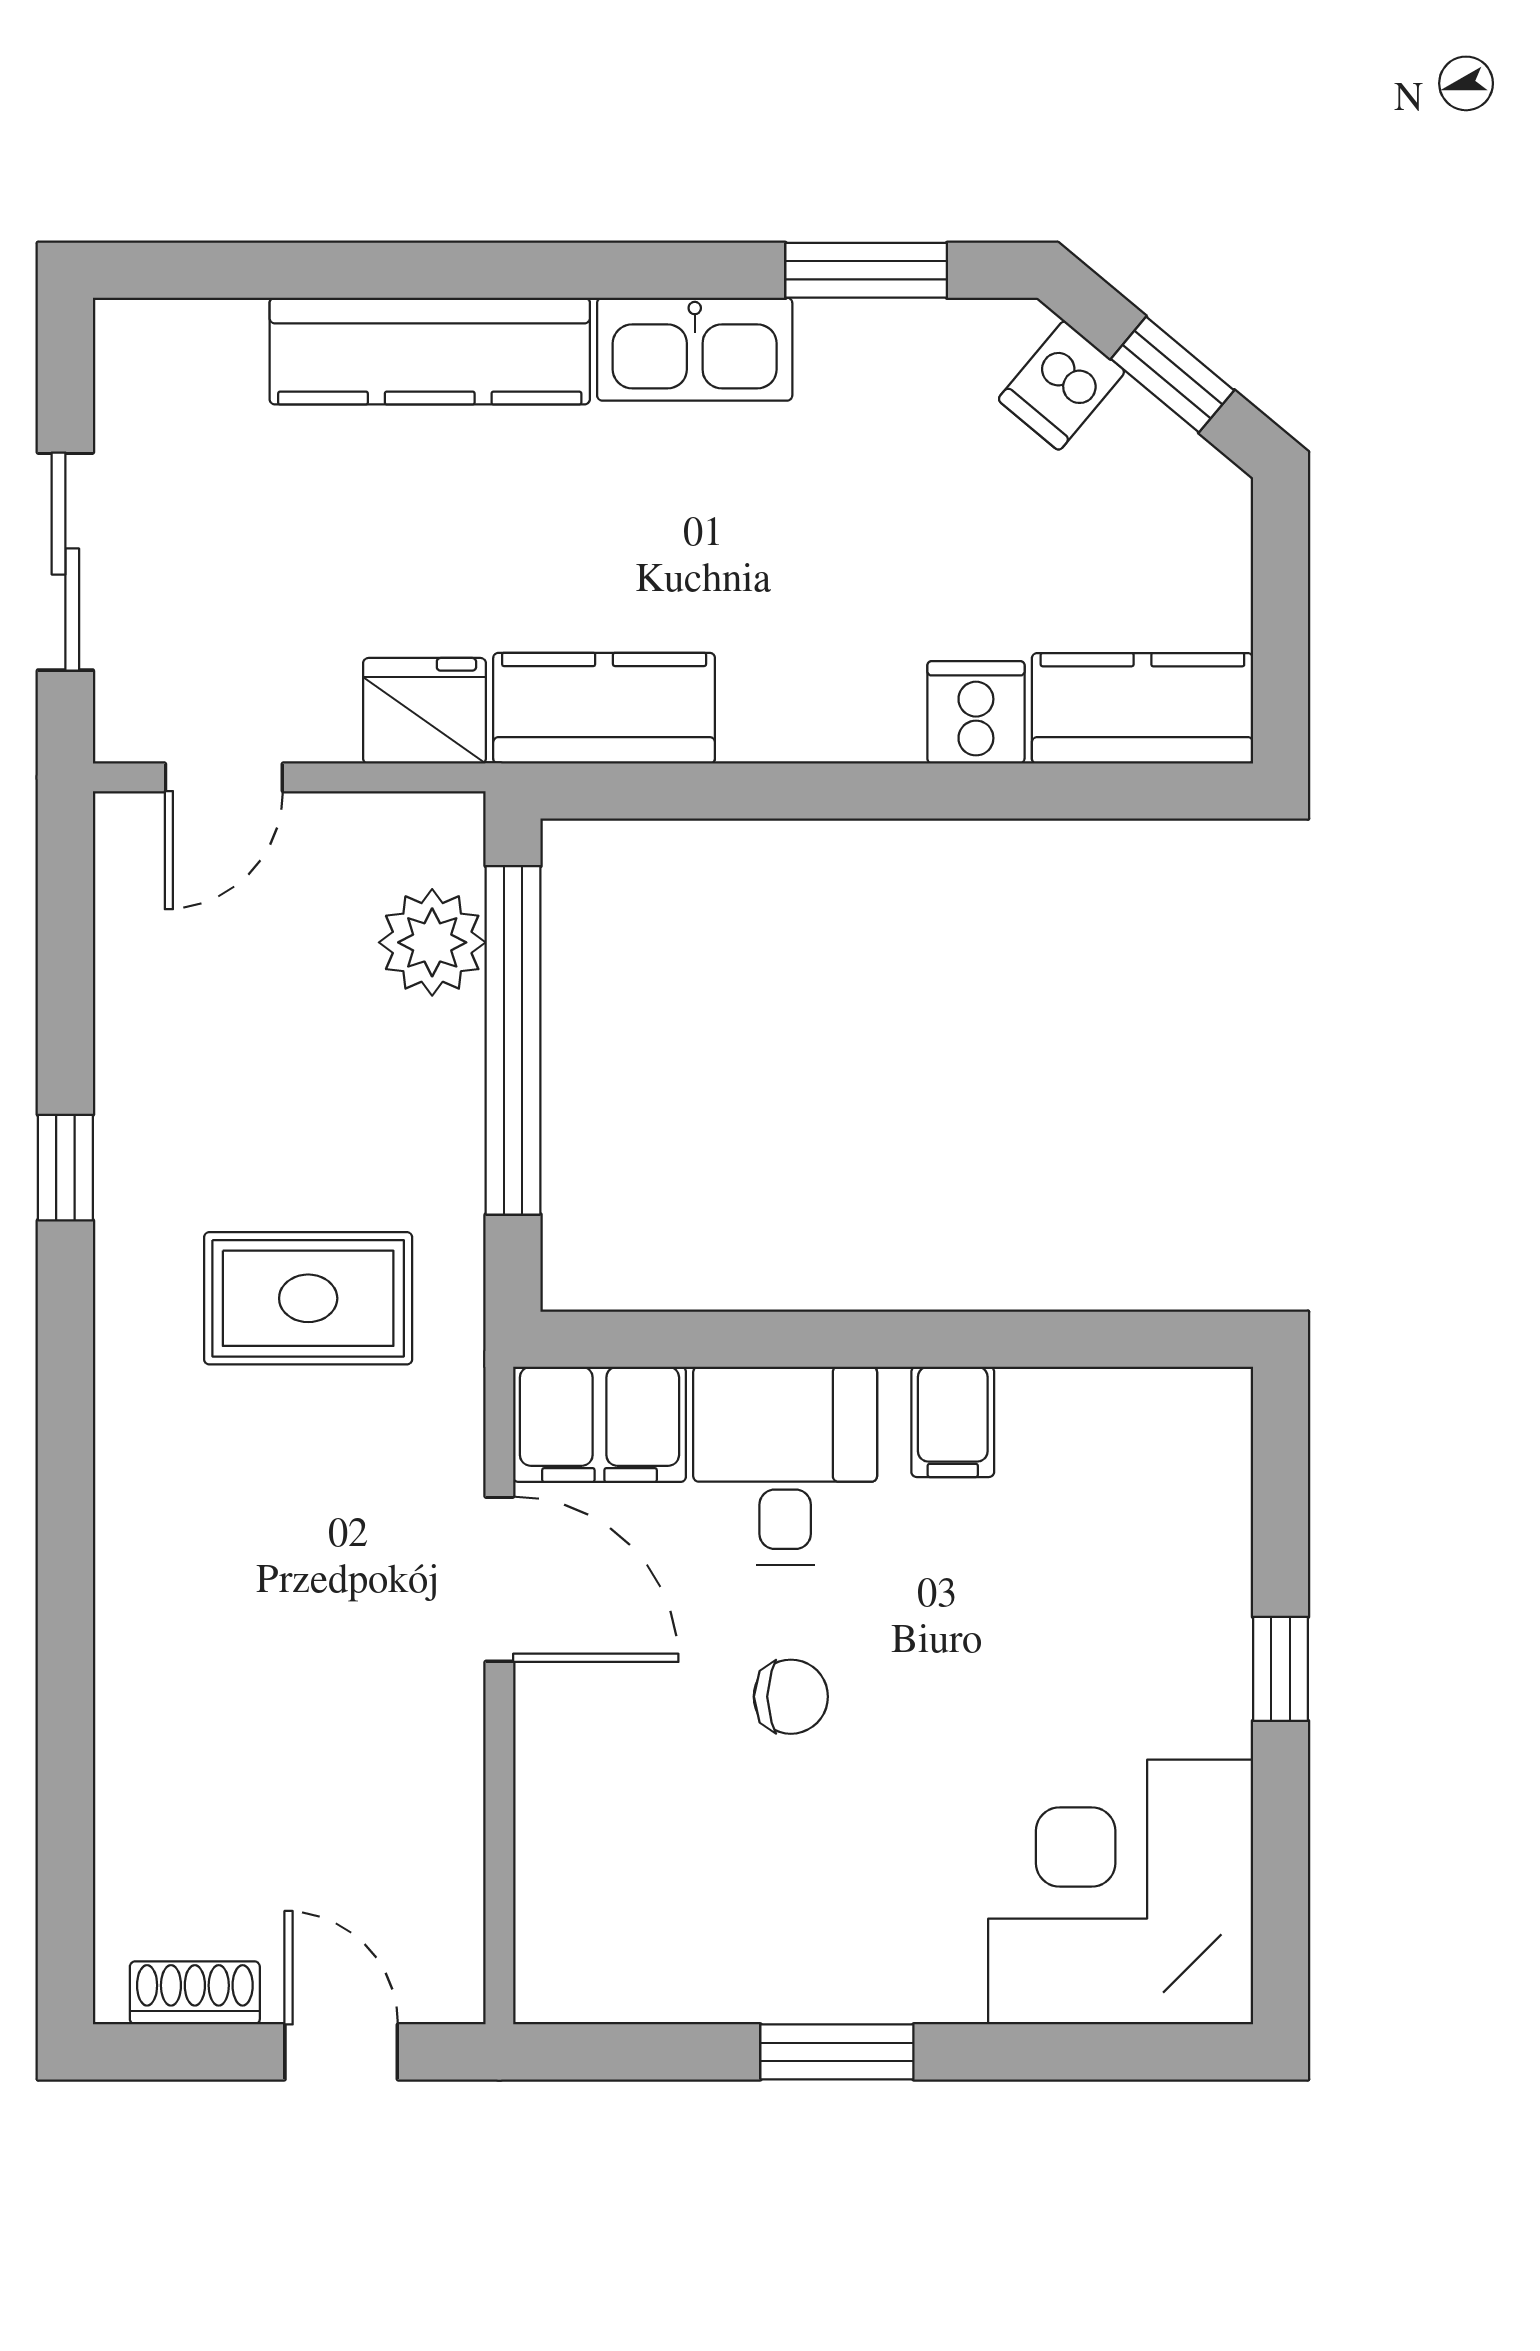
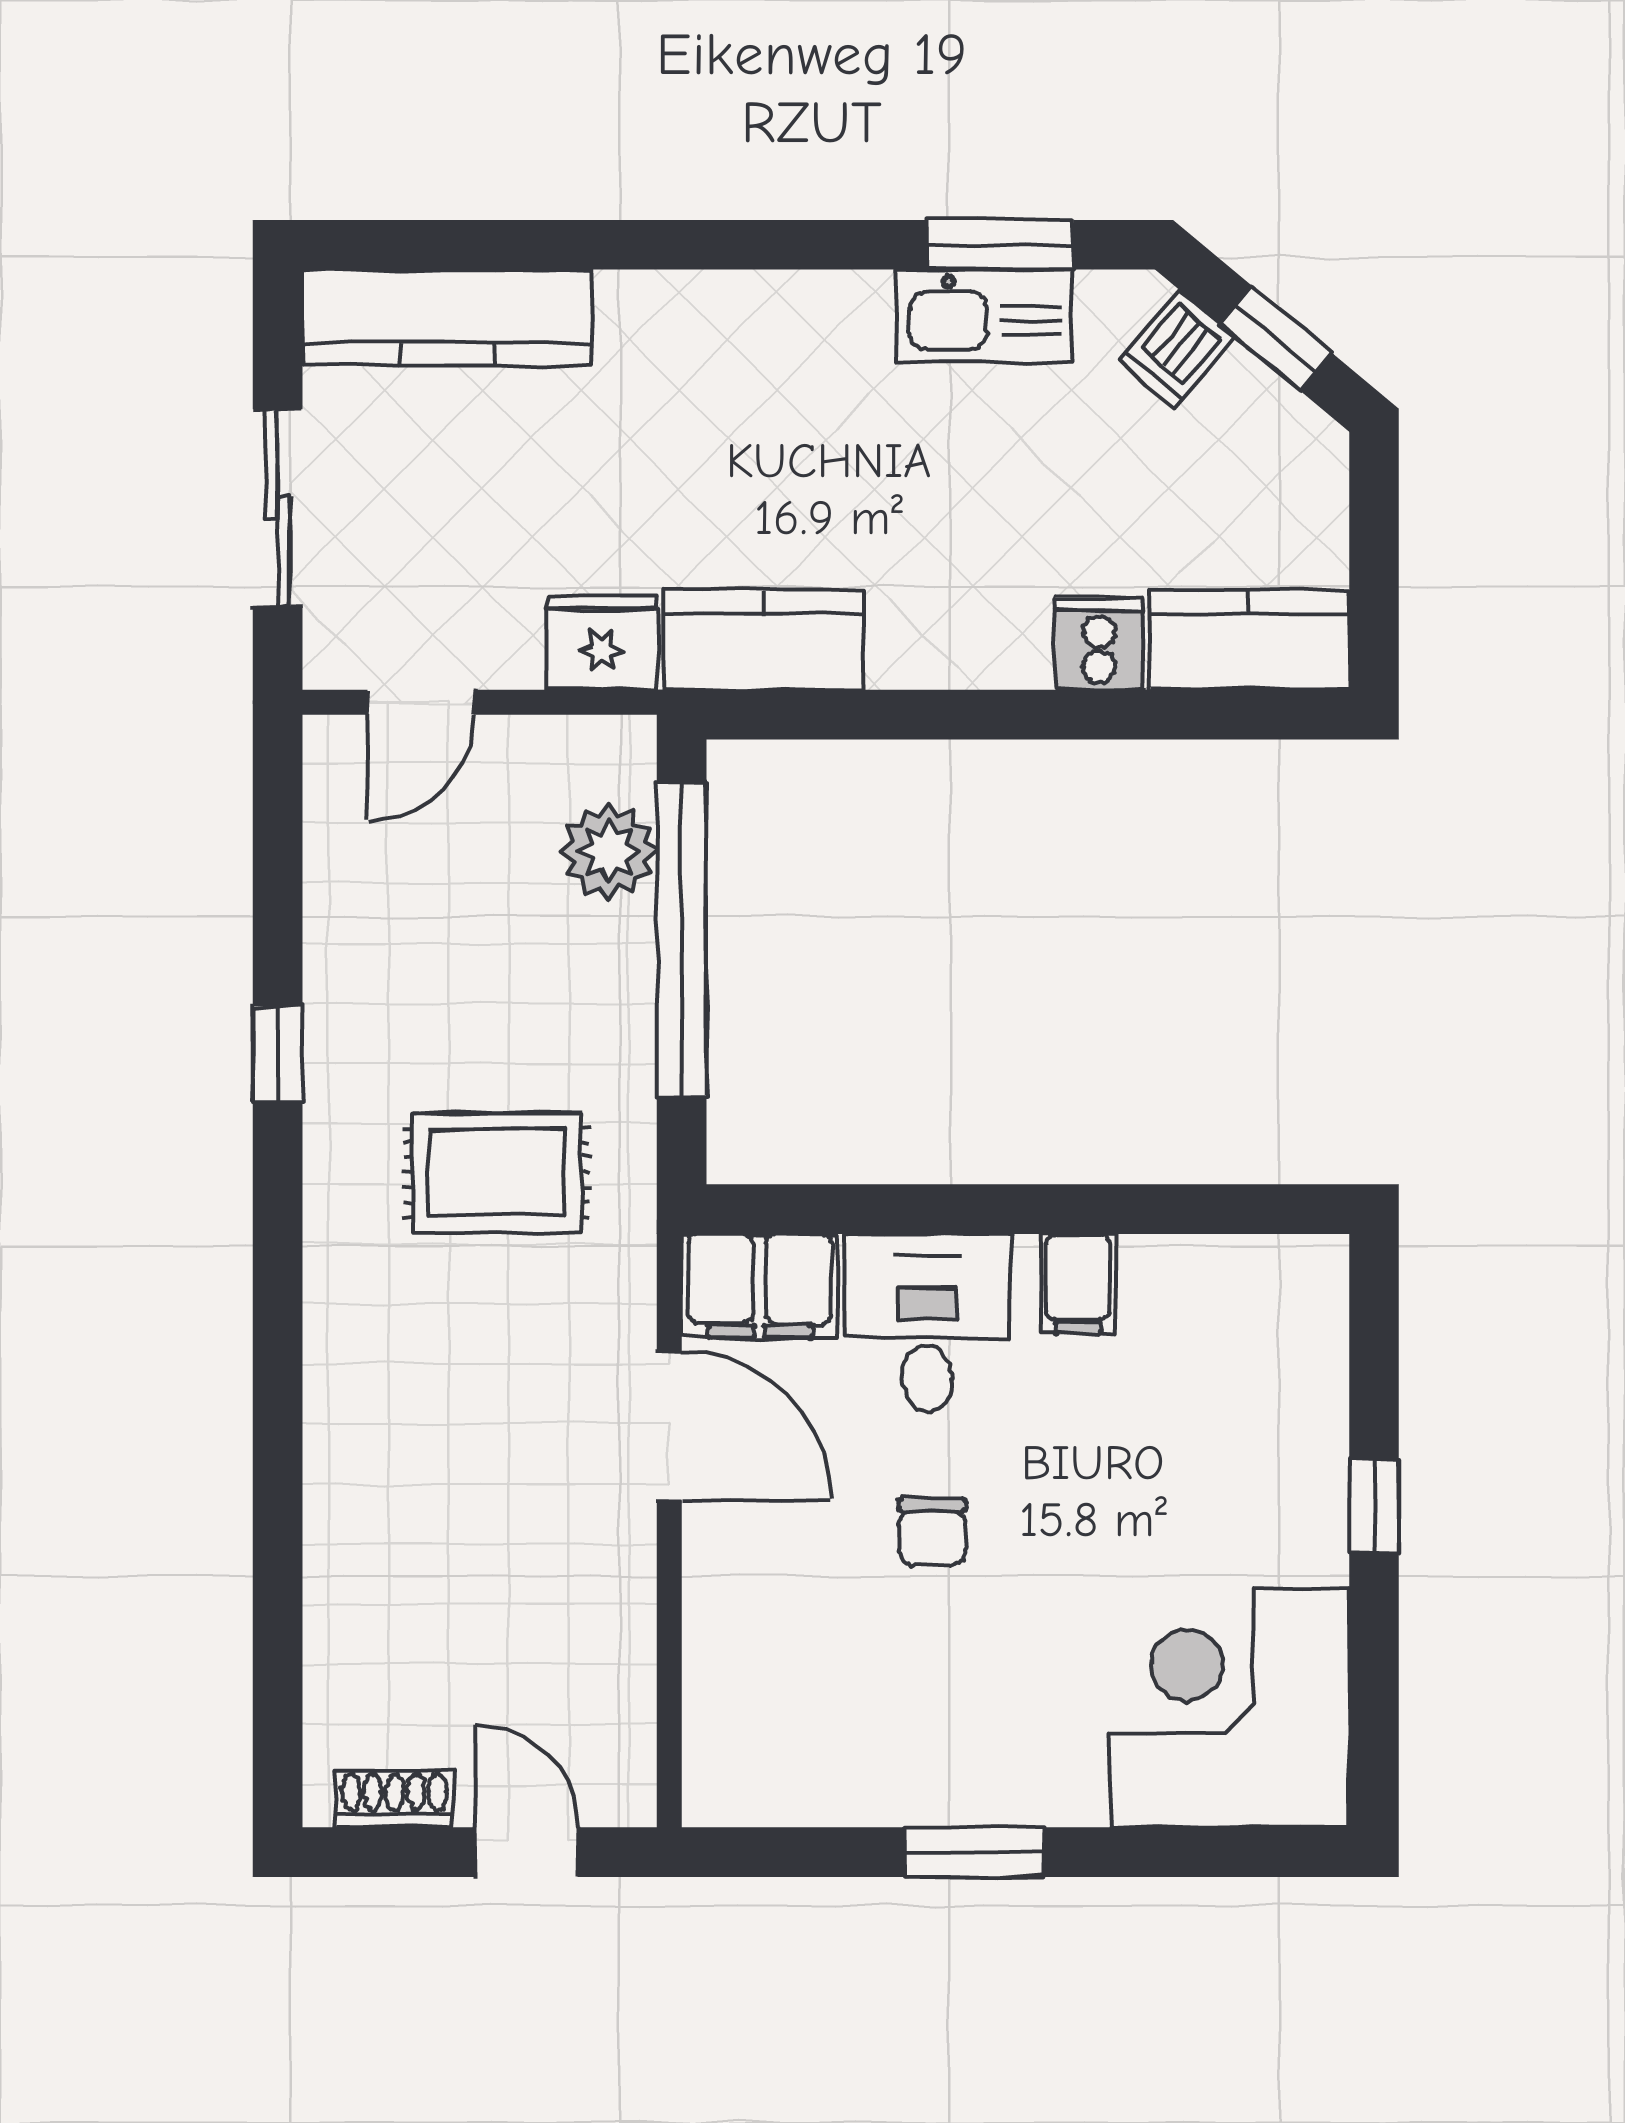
kitchen sink: (695, 349) -> (983, 316), moved
kitchen counter: (430, 351) -> (447, 318), moved
chair: (791, 1697) -> (932, 1532), turned 90

